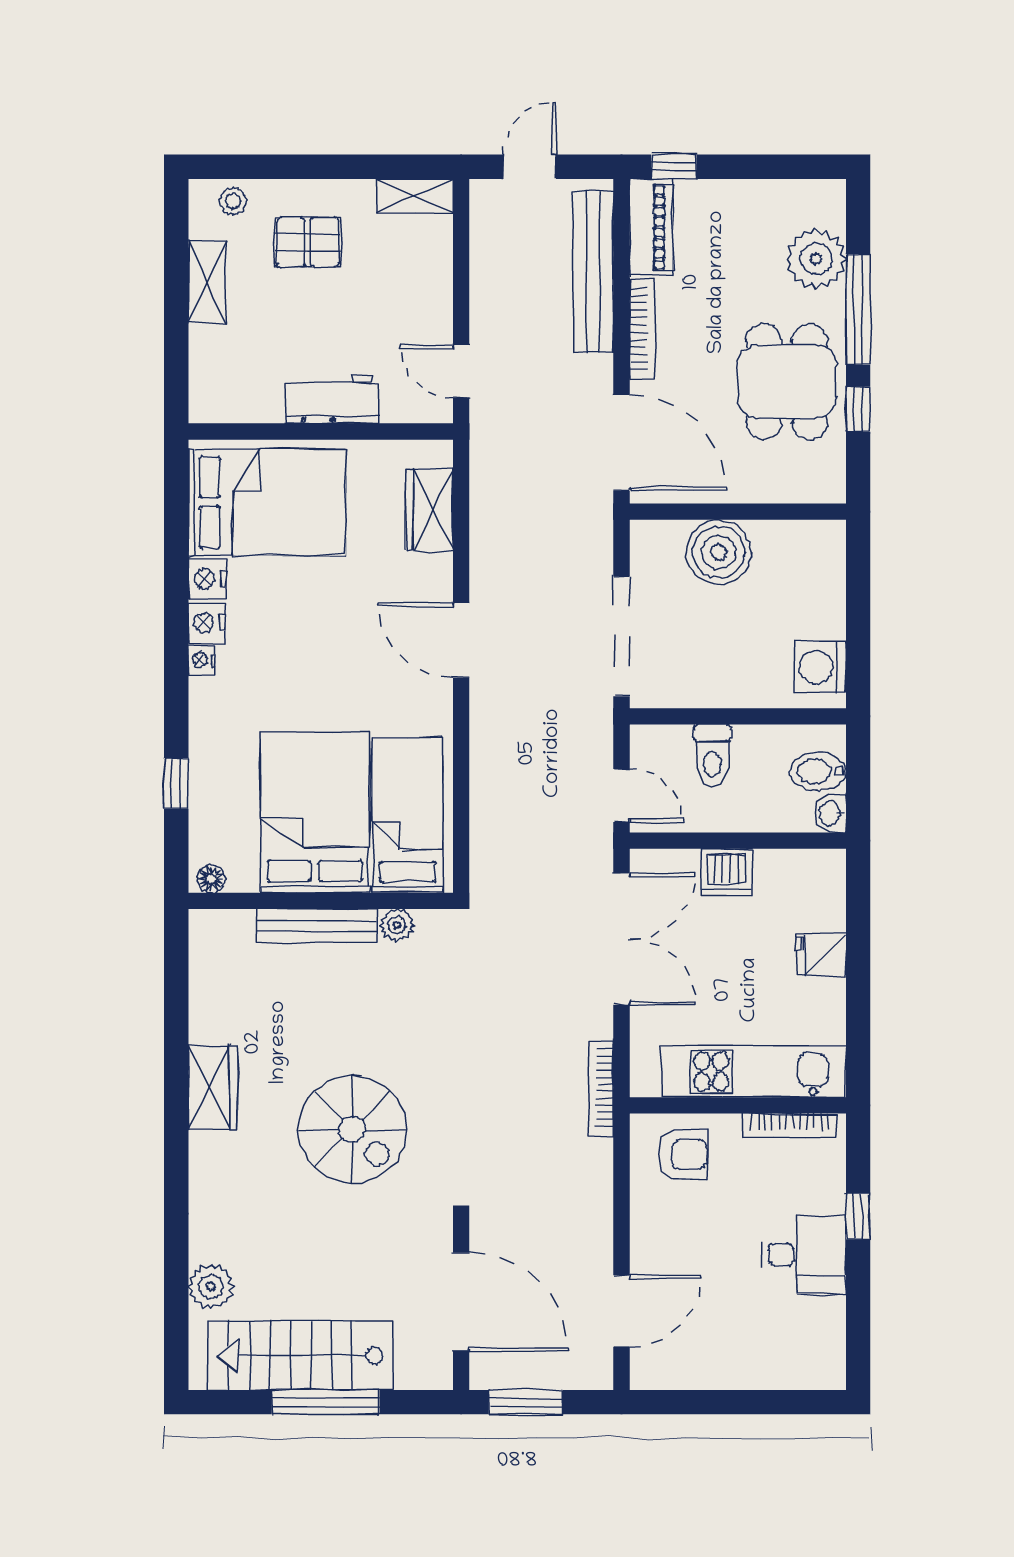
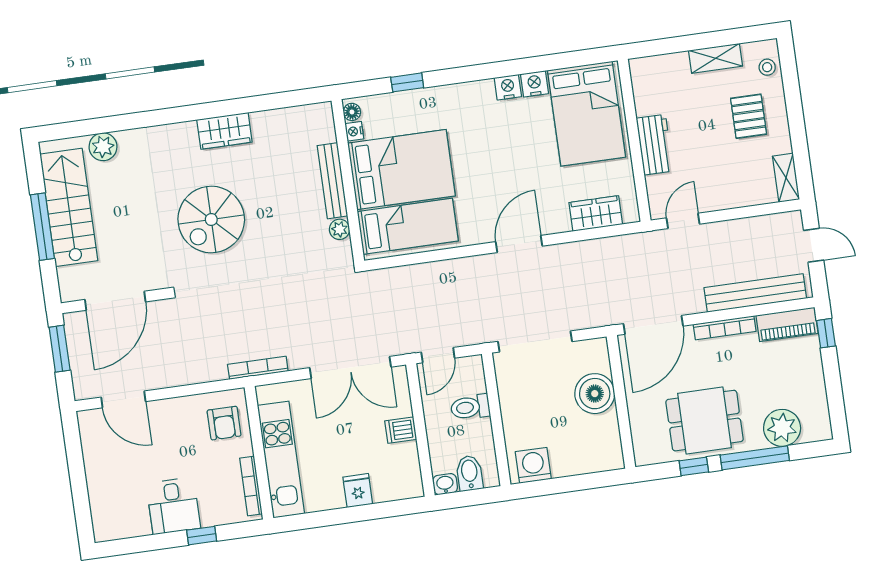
nightstand: (202, 660) -> (354, 131), moved, turned -90
dishwasher: (727, 872) -> (401, 430), width x0.73

